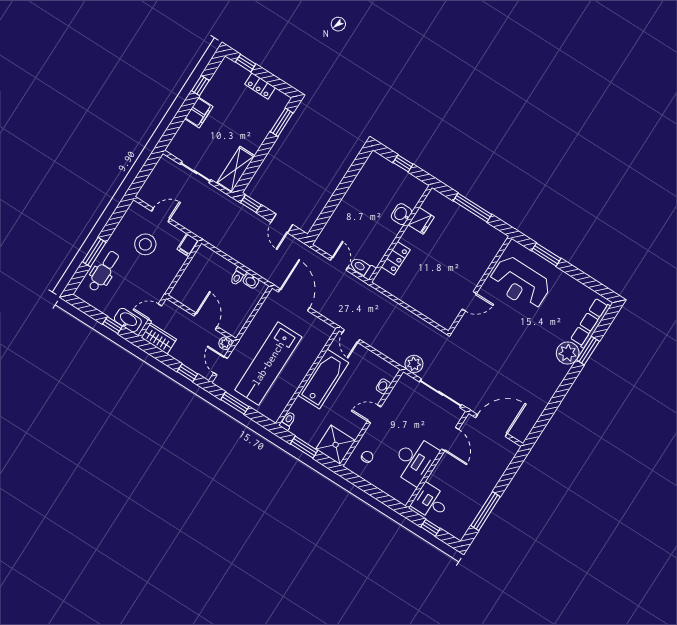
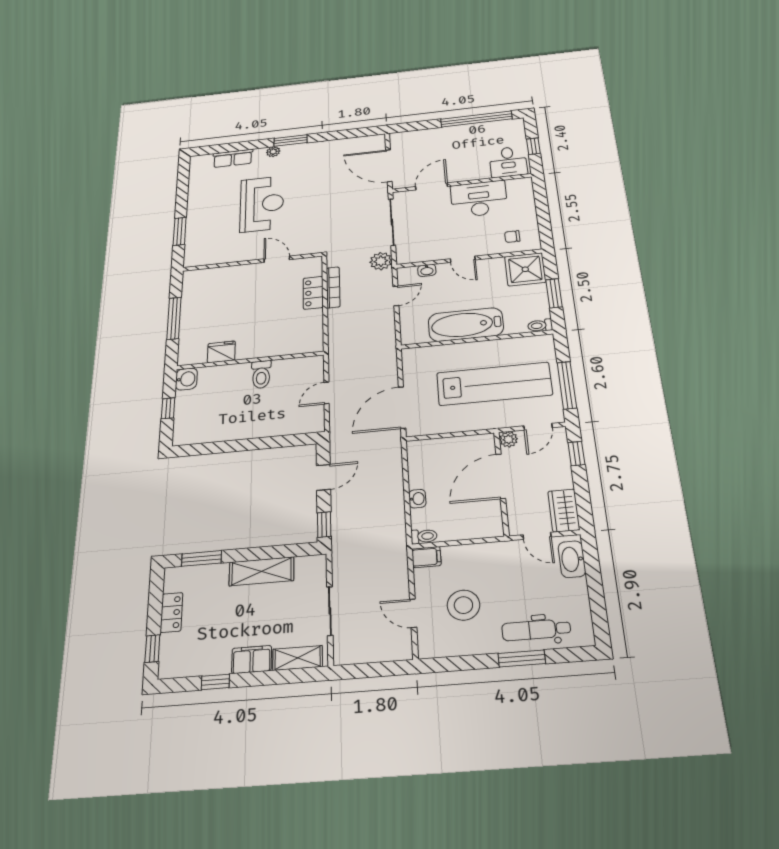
shelving: (181, 137) -> (298, 658), added
shelving: (236, 170) -> (261, 571), moved
washbasin: (402, 214) -> (186, 379), moved, turned -90
locker: (396, 258) -> (313, 293), moved, turned -90
toilet: (362, 268) -> (261, 374), moved
toilet: (238, 276) -> (424, 536), moved
washbasin: (251, 281) -> (417, 499), moved
reception desk: (520, 283) -> (262, 204), moved
door: (206, 321) -> (501, 476), width x1.36
bookcase: (417, 321) -> (333, 287), added
row of seats: (590, 323) -> (233, 158), width x0.68
window: (113, 325) -> (593, 572), removed
door: (351, 336) -> (396, 296), moved
window: (588, 351) -> (291, 141), moved
plant: (568, 353) -> (273, 152), width x0.53, depth x0.53
window: (235, 403) -> (567, 385), width x1.44
window: (486, 511) -> (476, 119), width x1.46

